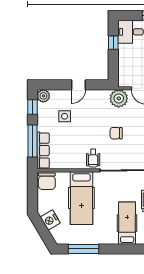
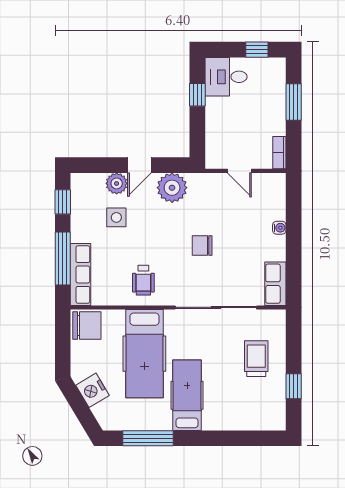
plant: (43, 96) -> (117, 183), moved
plant: (119, 98) -> (172, 188), moved
wheelchair: (93, 158) -> (143, 280), moved
chair: (47, 181) -> (87, 326), turned -90
hospital bed: (127, 223) -> (187, 395), moved

